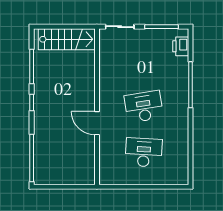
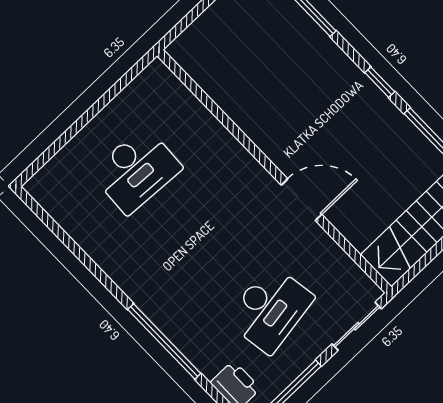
desk: (144, 107) -> (270, 309), moved
door: (97, 123) -> (302, 200), moved

